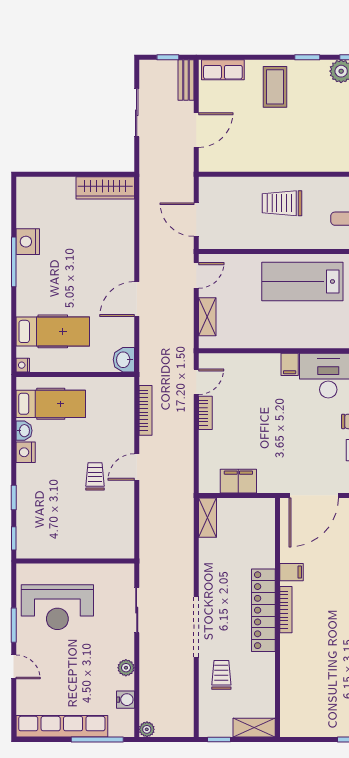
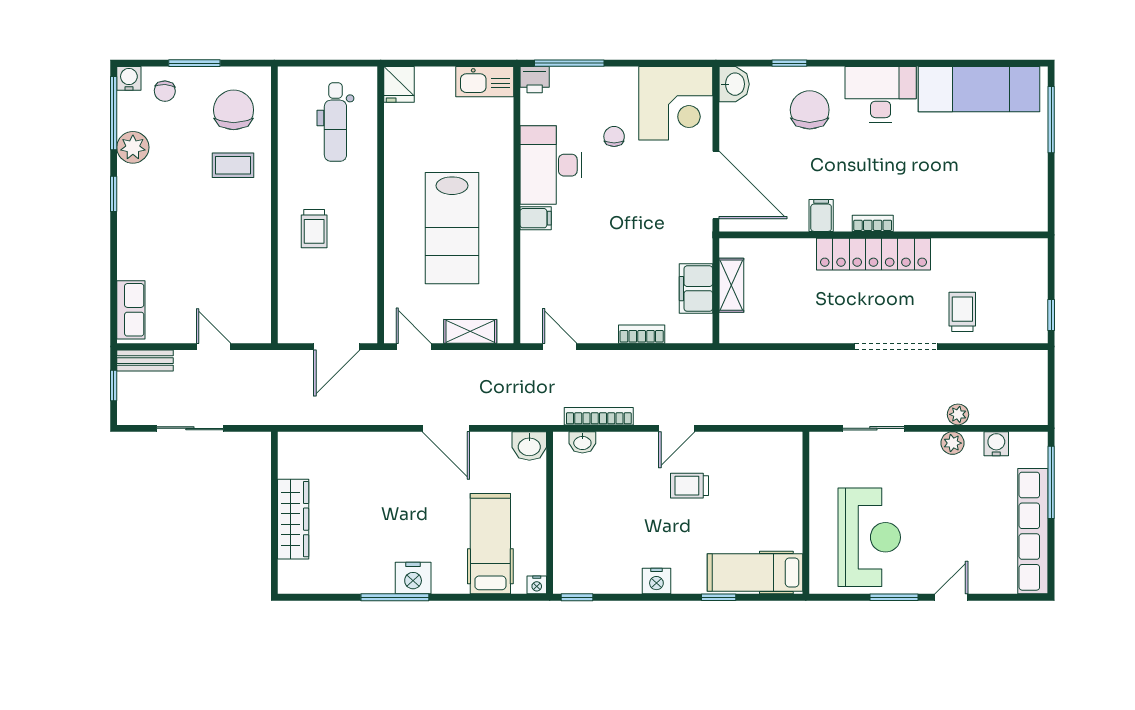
coffee table: (275, 87) -> (233, 165), moved, width x0.73, depth x0.77
door: (196, 130) -> (214, 347), width x0.73
wardrobe: (105, 188) -> (293, 519), moved
trolley: (282, 203) -> (314, 229), width x0.73, depth x0.72
nightstand: (28, 242) -> (413, 578), moved
lab bench: (302, 281) -> (452, 228), moved
hospital bed: (51, 404) -> (755, 573), moved, turned -90
bookcase: (205, 413) -> (642, 334), moved
washbasin: (24, 431) -> (582, 442), moved, turned 180
door: (137, 467) -> (677, 428), hinge flipped
shelving: (207, 518) -> (731, 285), moved, turned 90
window: (14, 538) -> (577, 597), moved
bookcase: (286, 610) -> (873, 223), width x0.64
trolley: (221, 675) -> (962, 312), turned 90
shelving: (254, 728) -> (1035, 267), removed
plant: (147, 729) -> (958, 414), moved

